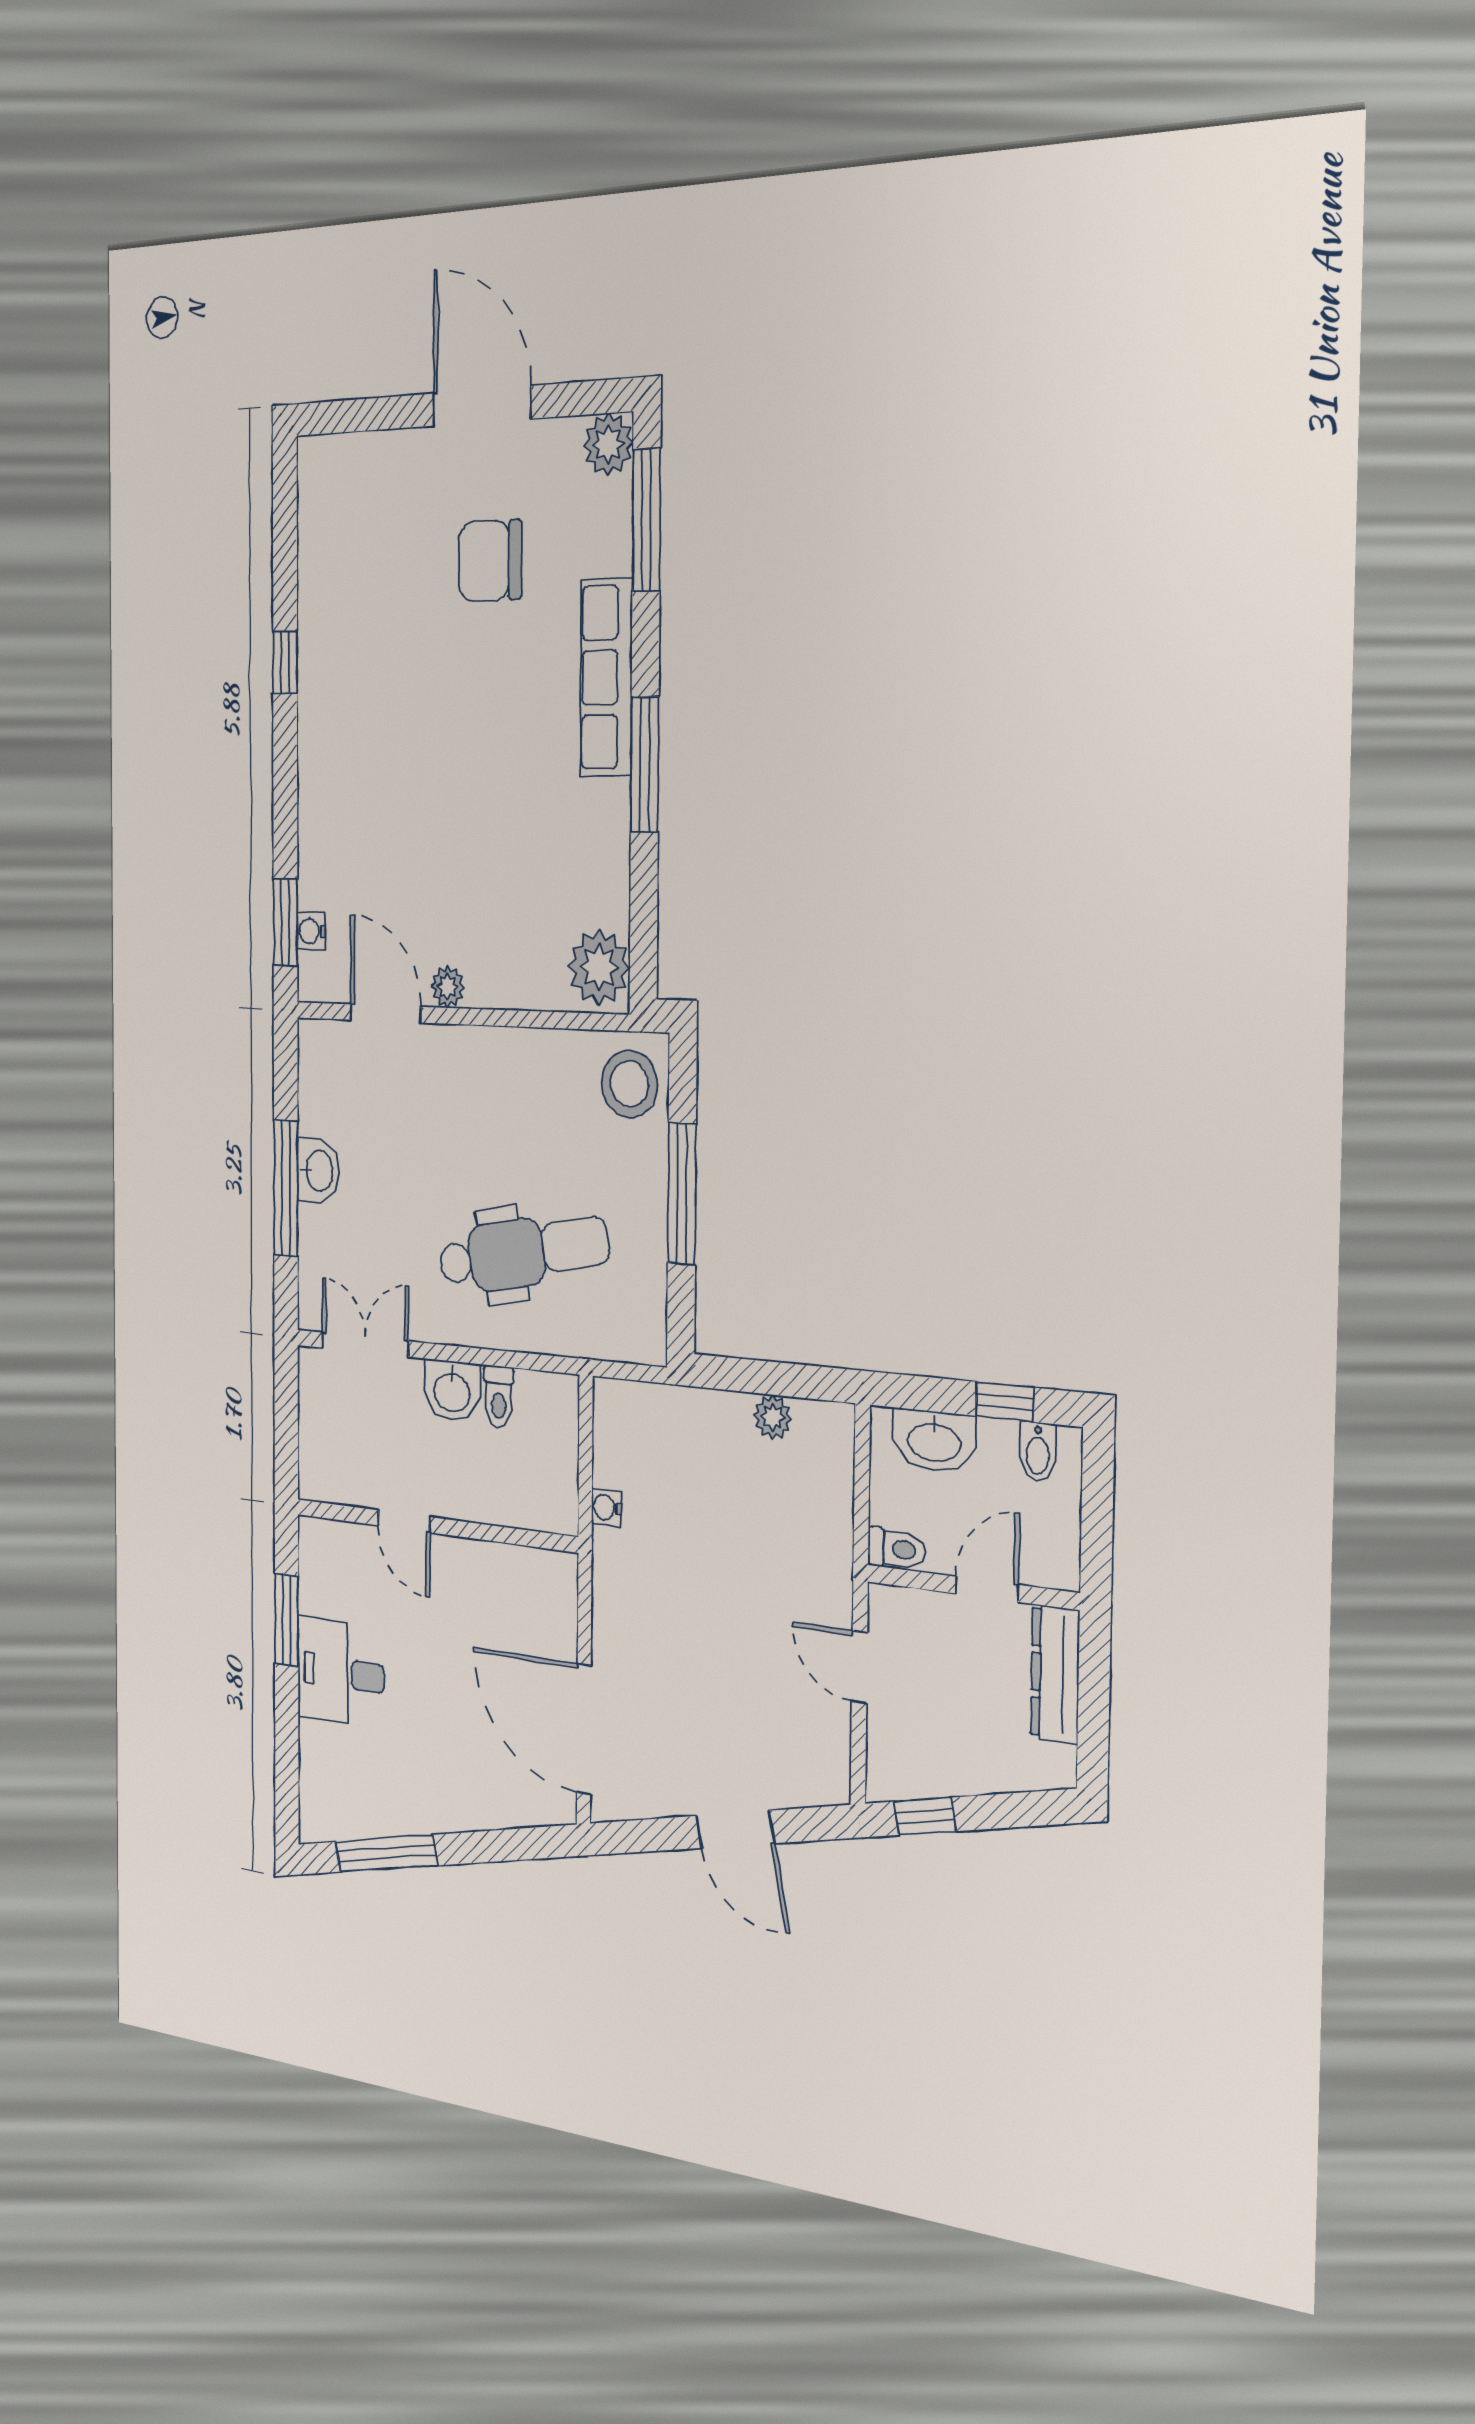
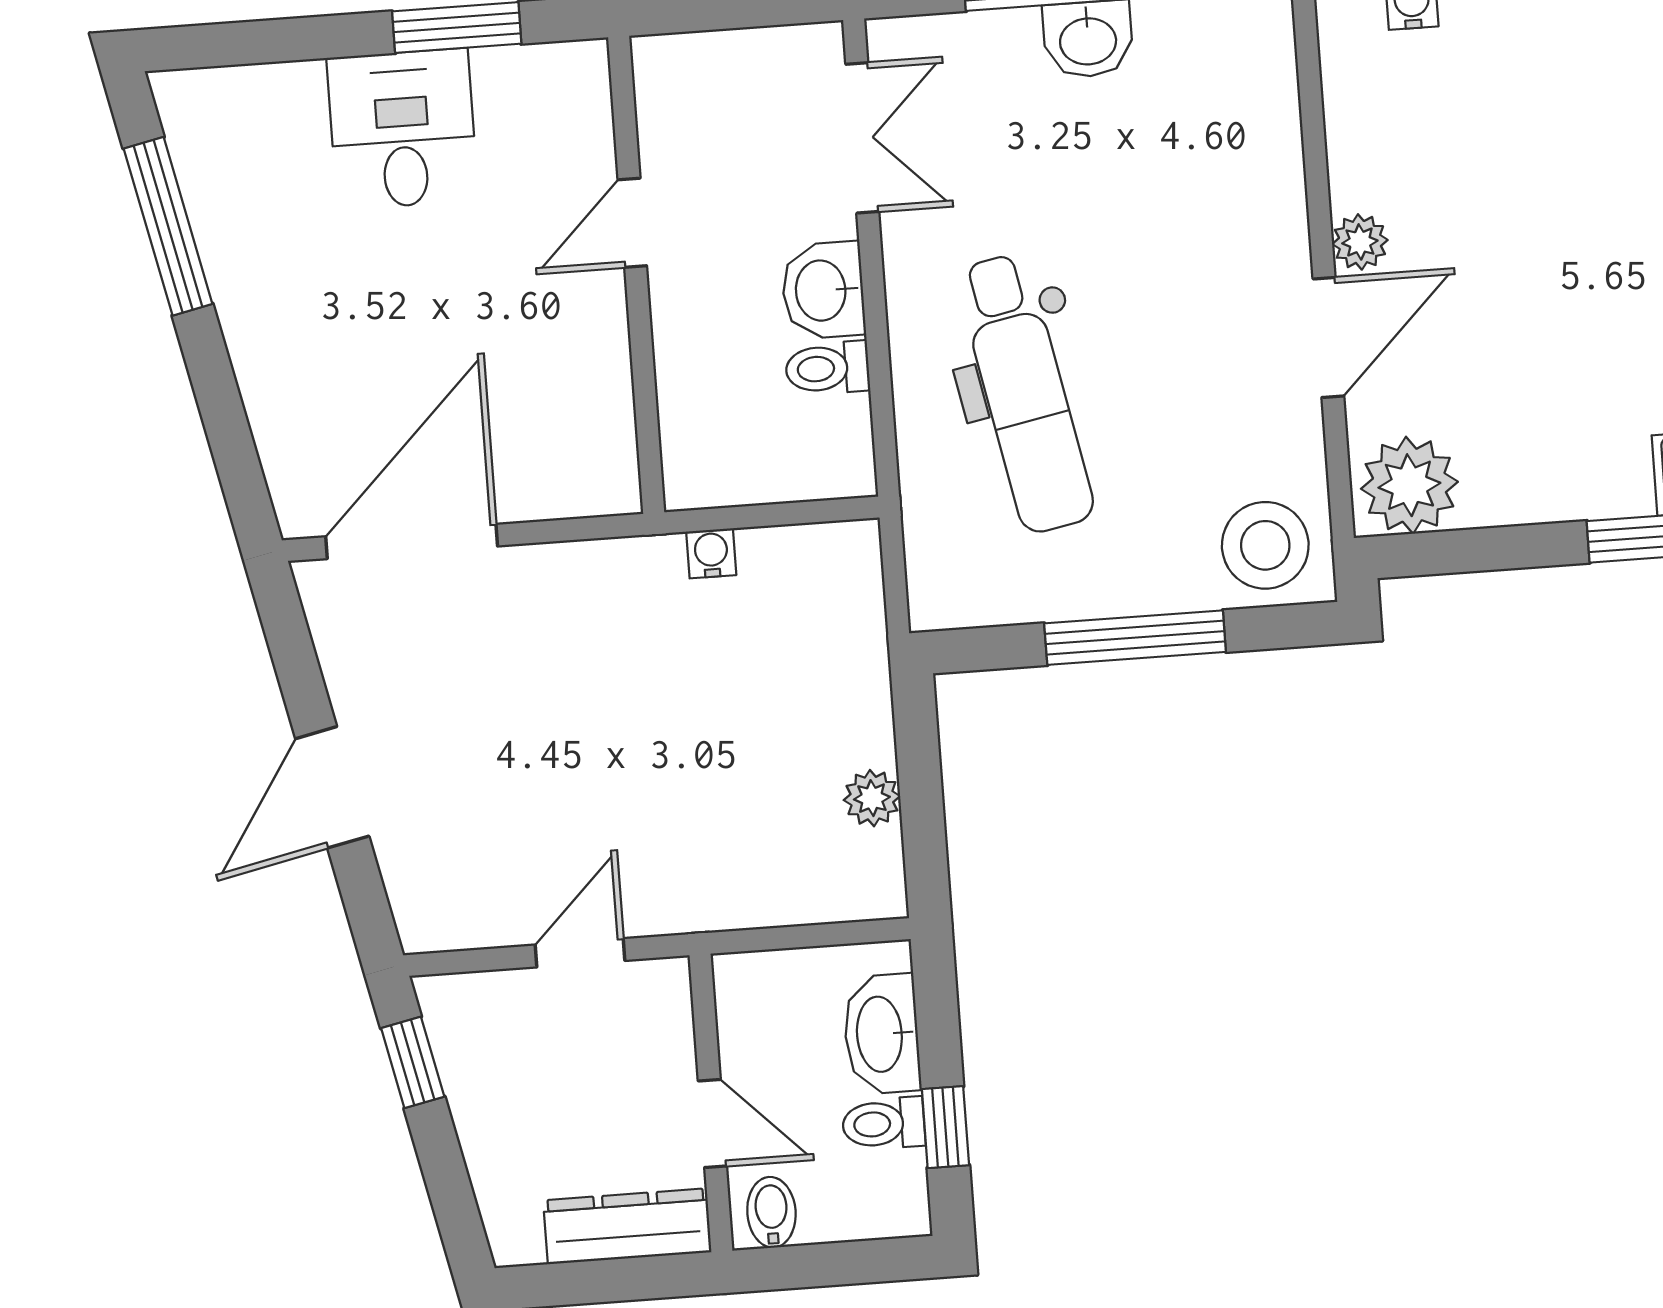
door: (386, 1013) -> (1328, 337), moved
bidet: (1038, 1452) -> (771, 1212), moved, turned 90
toilet: (896, 1549) -> (884, 1124), moved, turned 90

